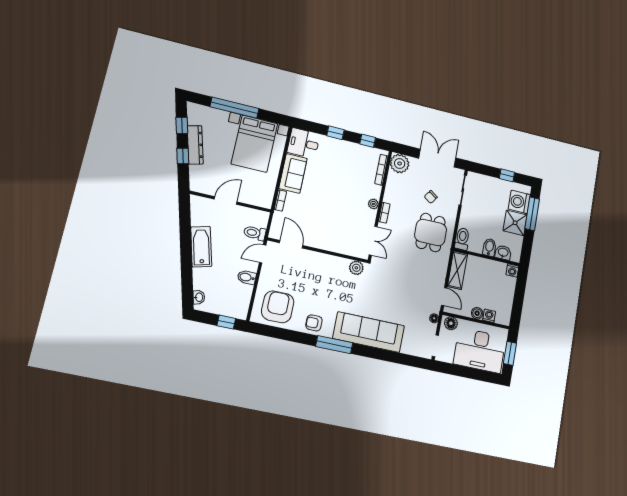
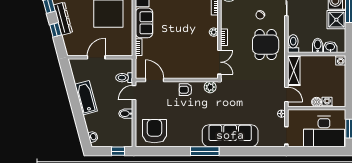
armchair: (314, 323) -> (185, 90), moved
floor lamp: (451, 323) -> (296, 115), removed

